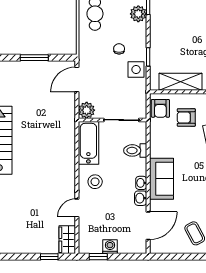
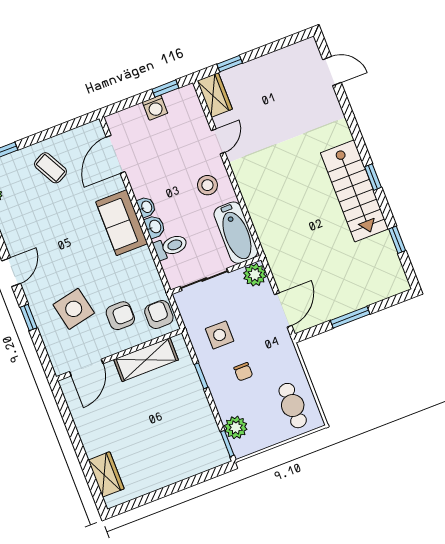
side table: (136, 69) -> (220, 335), moved
washbasin: (141, 198) -> (155, 227), moved

